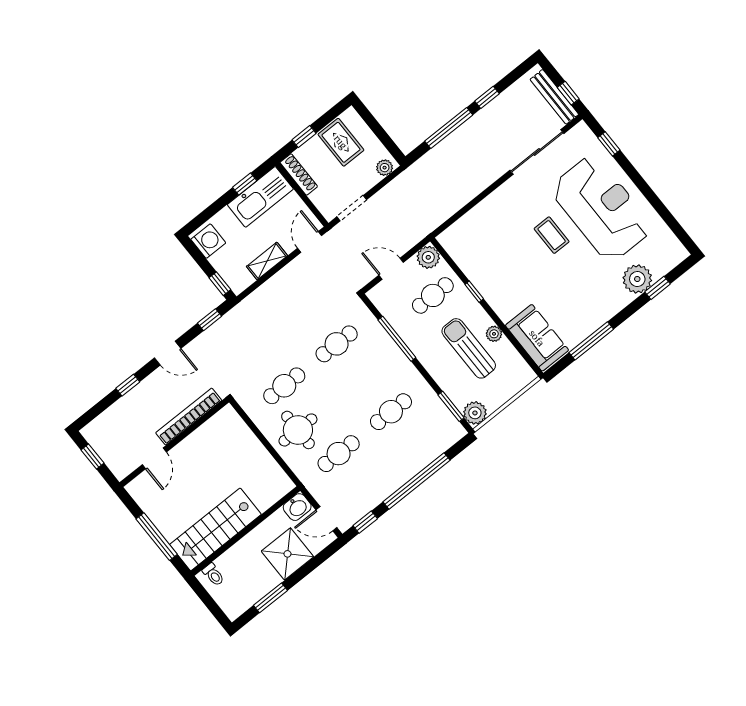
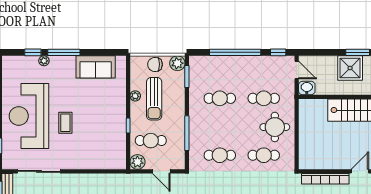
plant: (637, 279) -> (44, 61), width x0.53, depth x0.53
sofa: (537, 338) -> (96, 67), moved, turned -90
window: (591, 341) -> (64, 52), moved
chair: (500, 390) -> (155, 64), added
shower: (287, 554) -> (350, 68), moved

